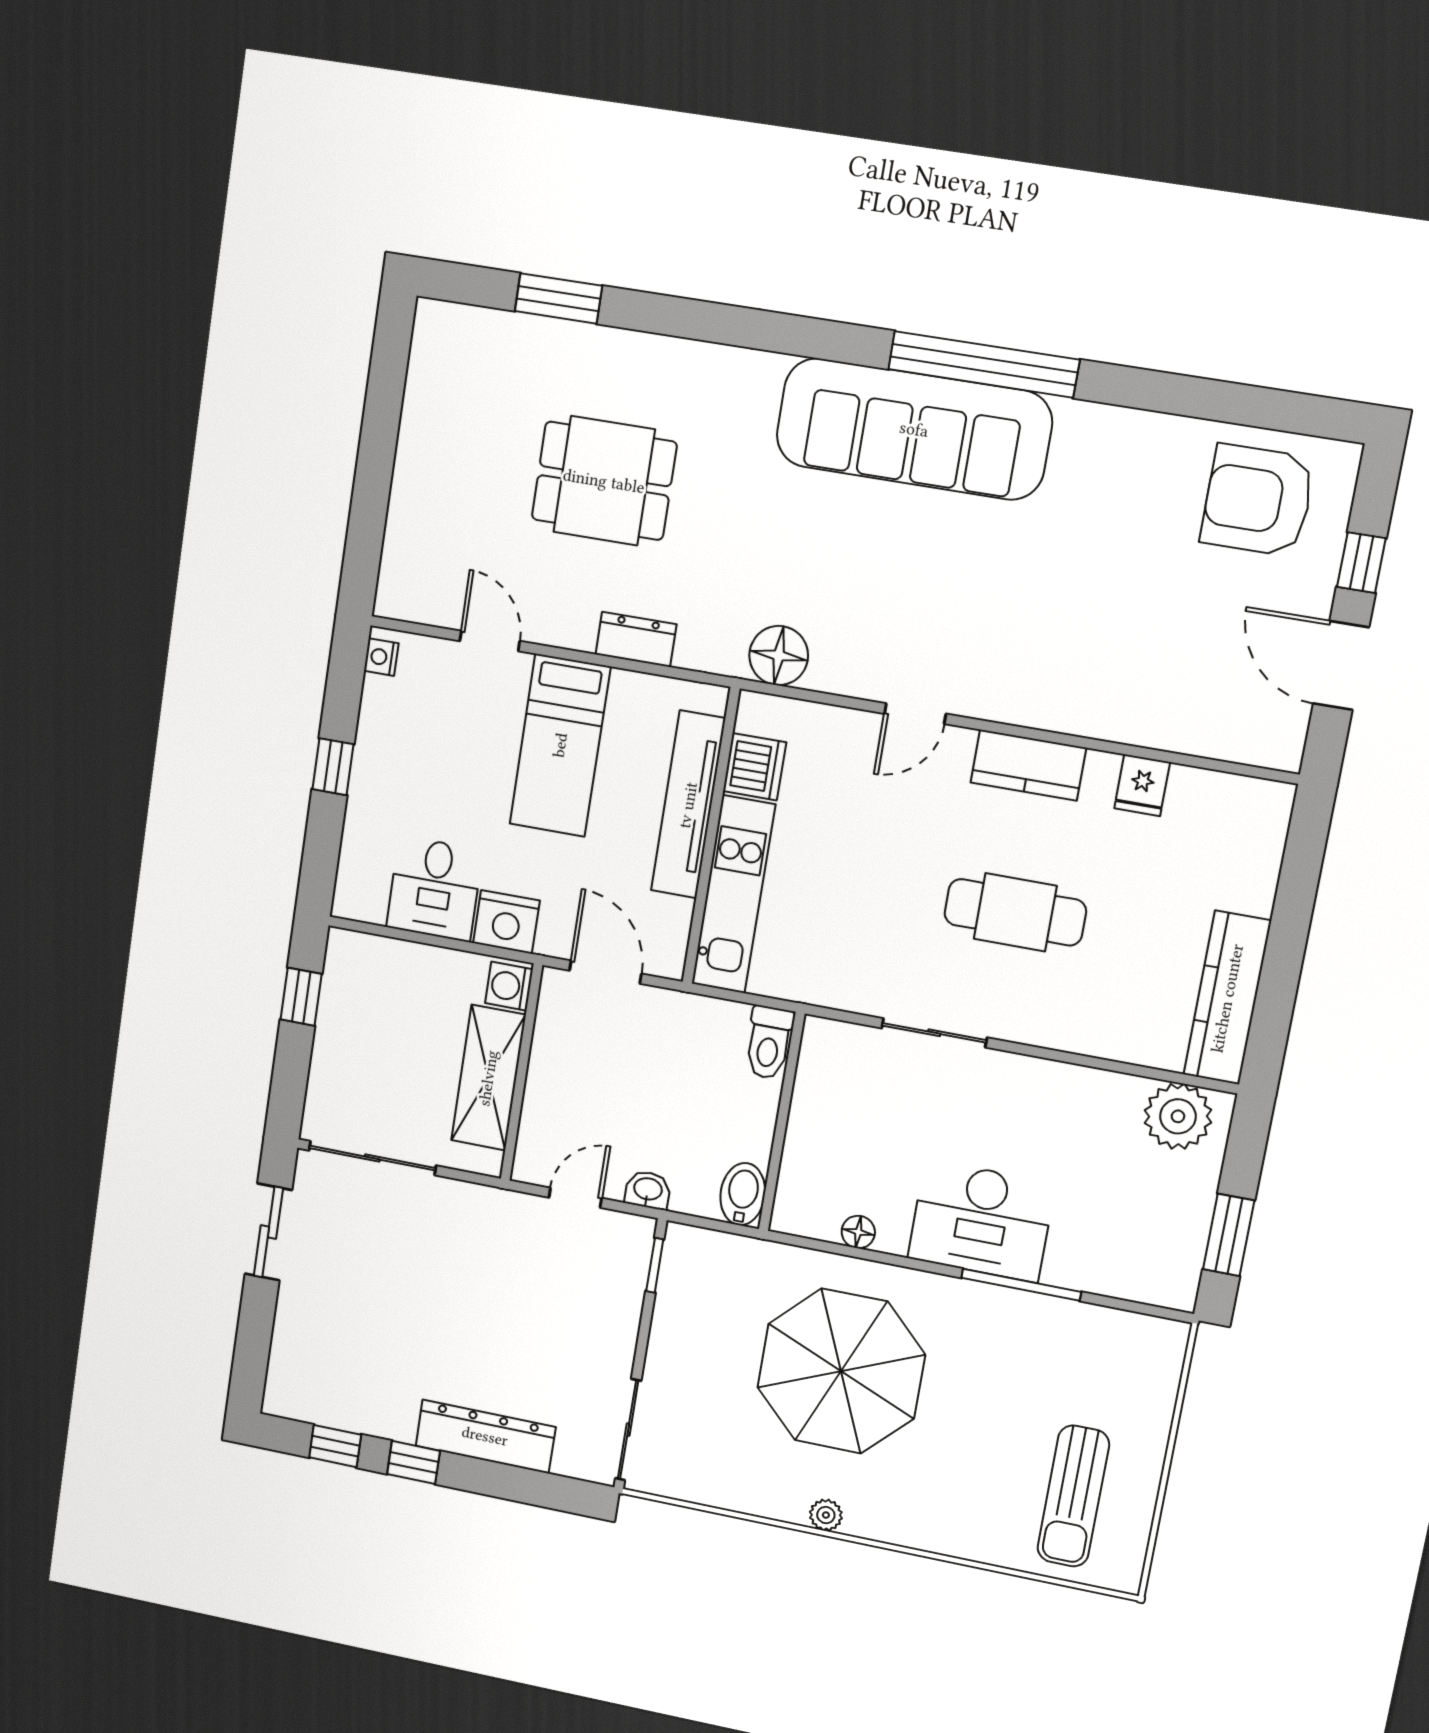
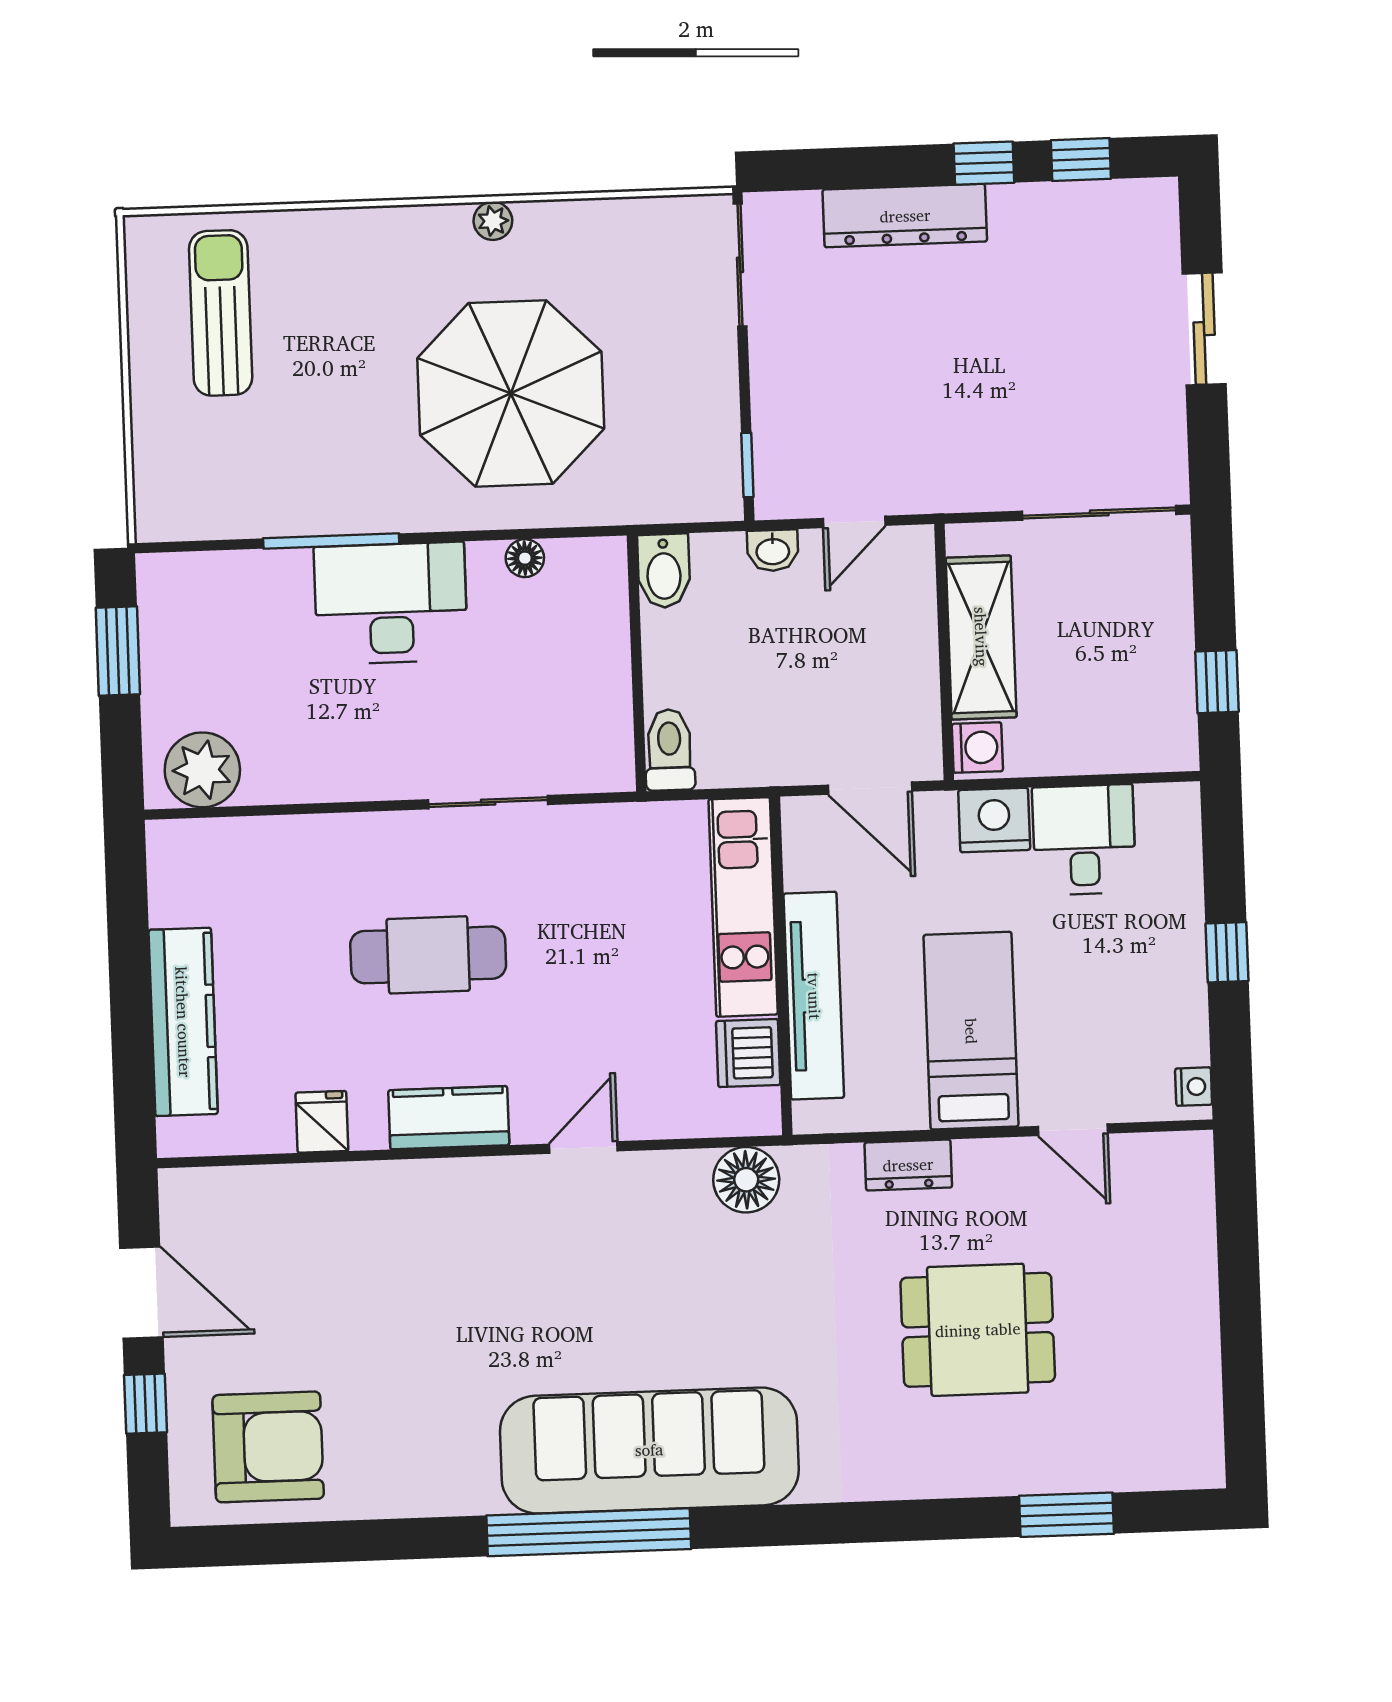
kitchen counter: (1227, 998) -> (183, 1022), moved
sliding door: (268, 1232) -> (1204, 329), moved

